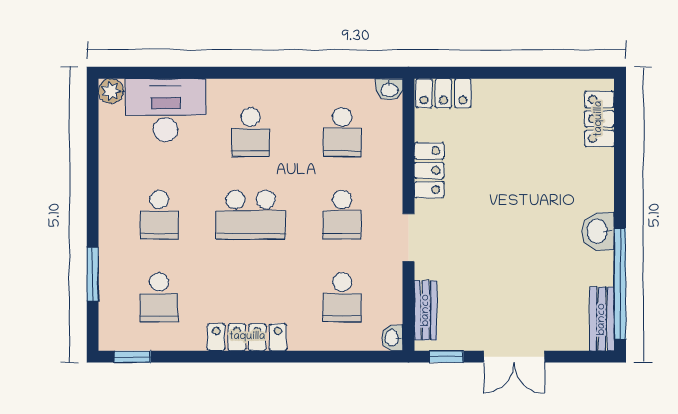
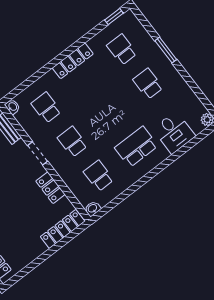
locker: (443, 93) -> (63, 229), width x1.53
desk: (166, 110) -> (174, 132), width x0.73
school desk: (251, 132) -> (136, 147), width x1.85
school desk: (251, 215) -> (110, 113), removed
window: (93, 274) -> (166, 50), moved

